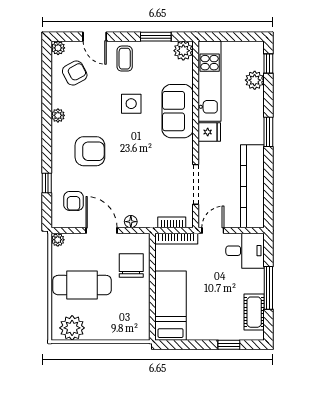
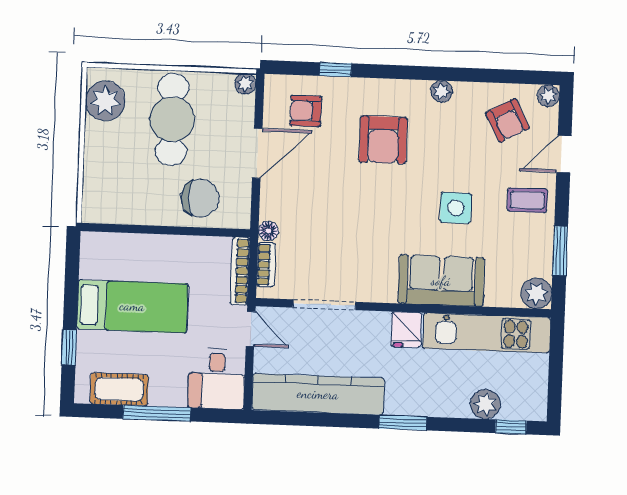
floor lamp: (131, 222) -> (268, 231), moved
bed: (171, 306) -> (132, 306), moved

